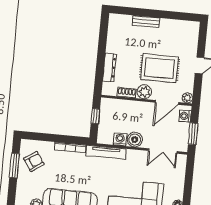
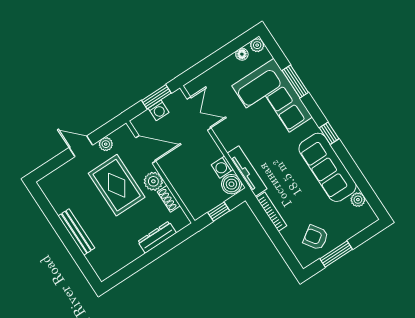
bench: (146, 22) -> (76, 232), width x1.36
plant: (187, 98) -> (106, 144), moved
washing machine: (185, 116) -> (159, 110), moved
boiler: (135, 140) -> (231, 184), moved

